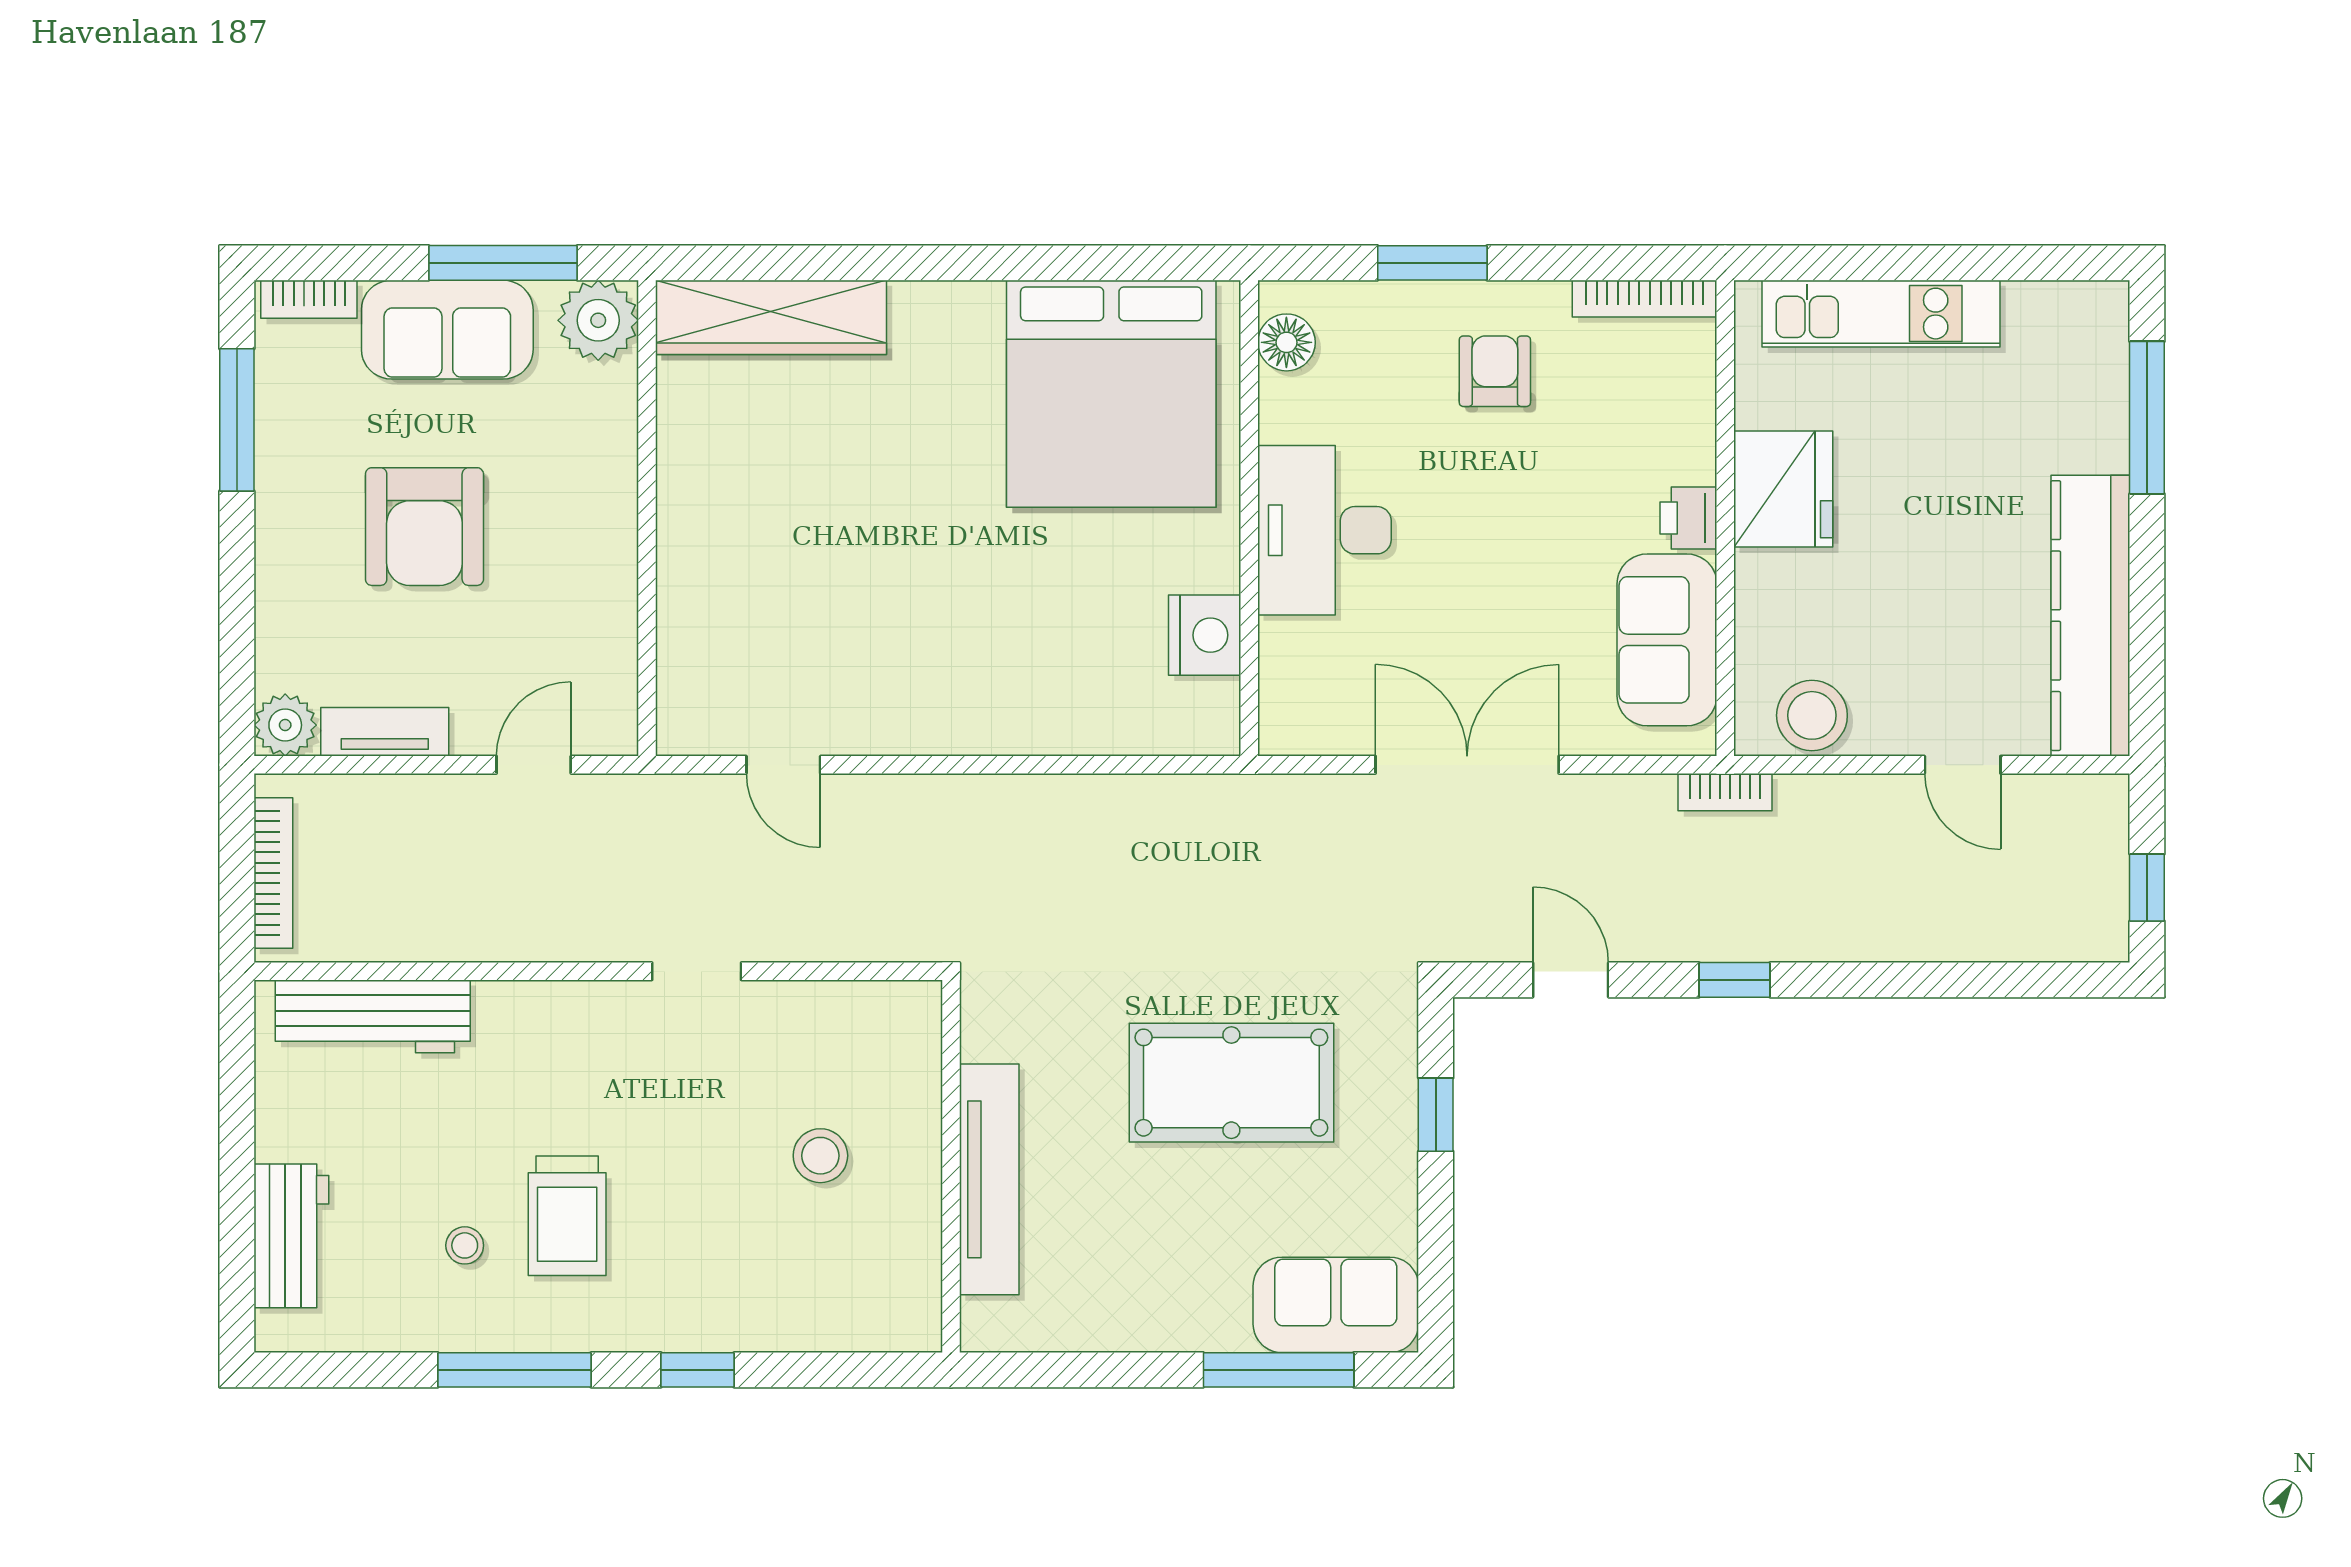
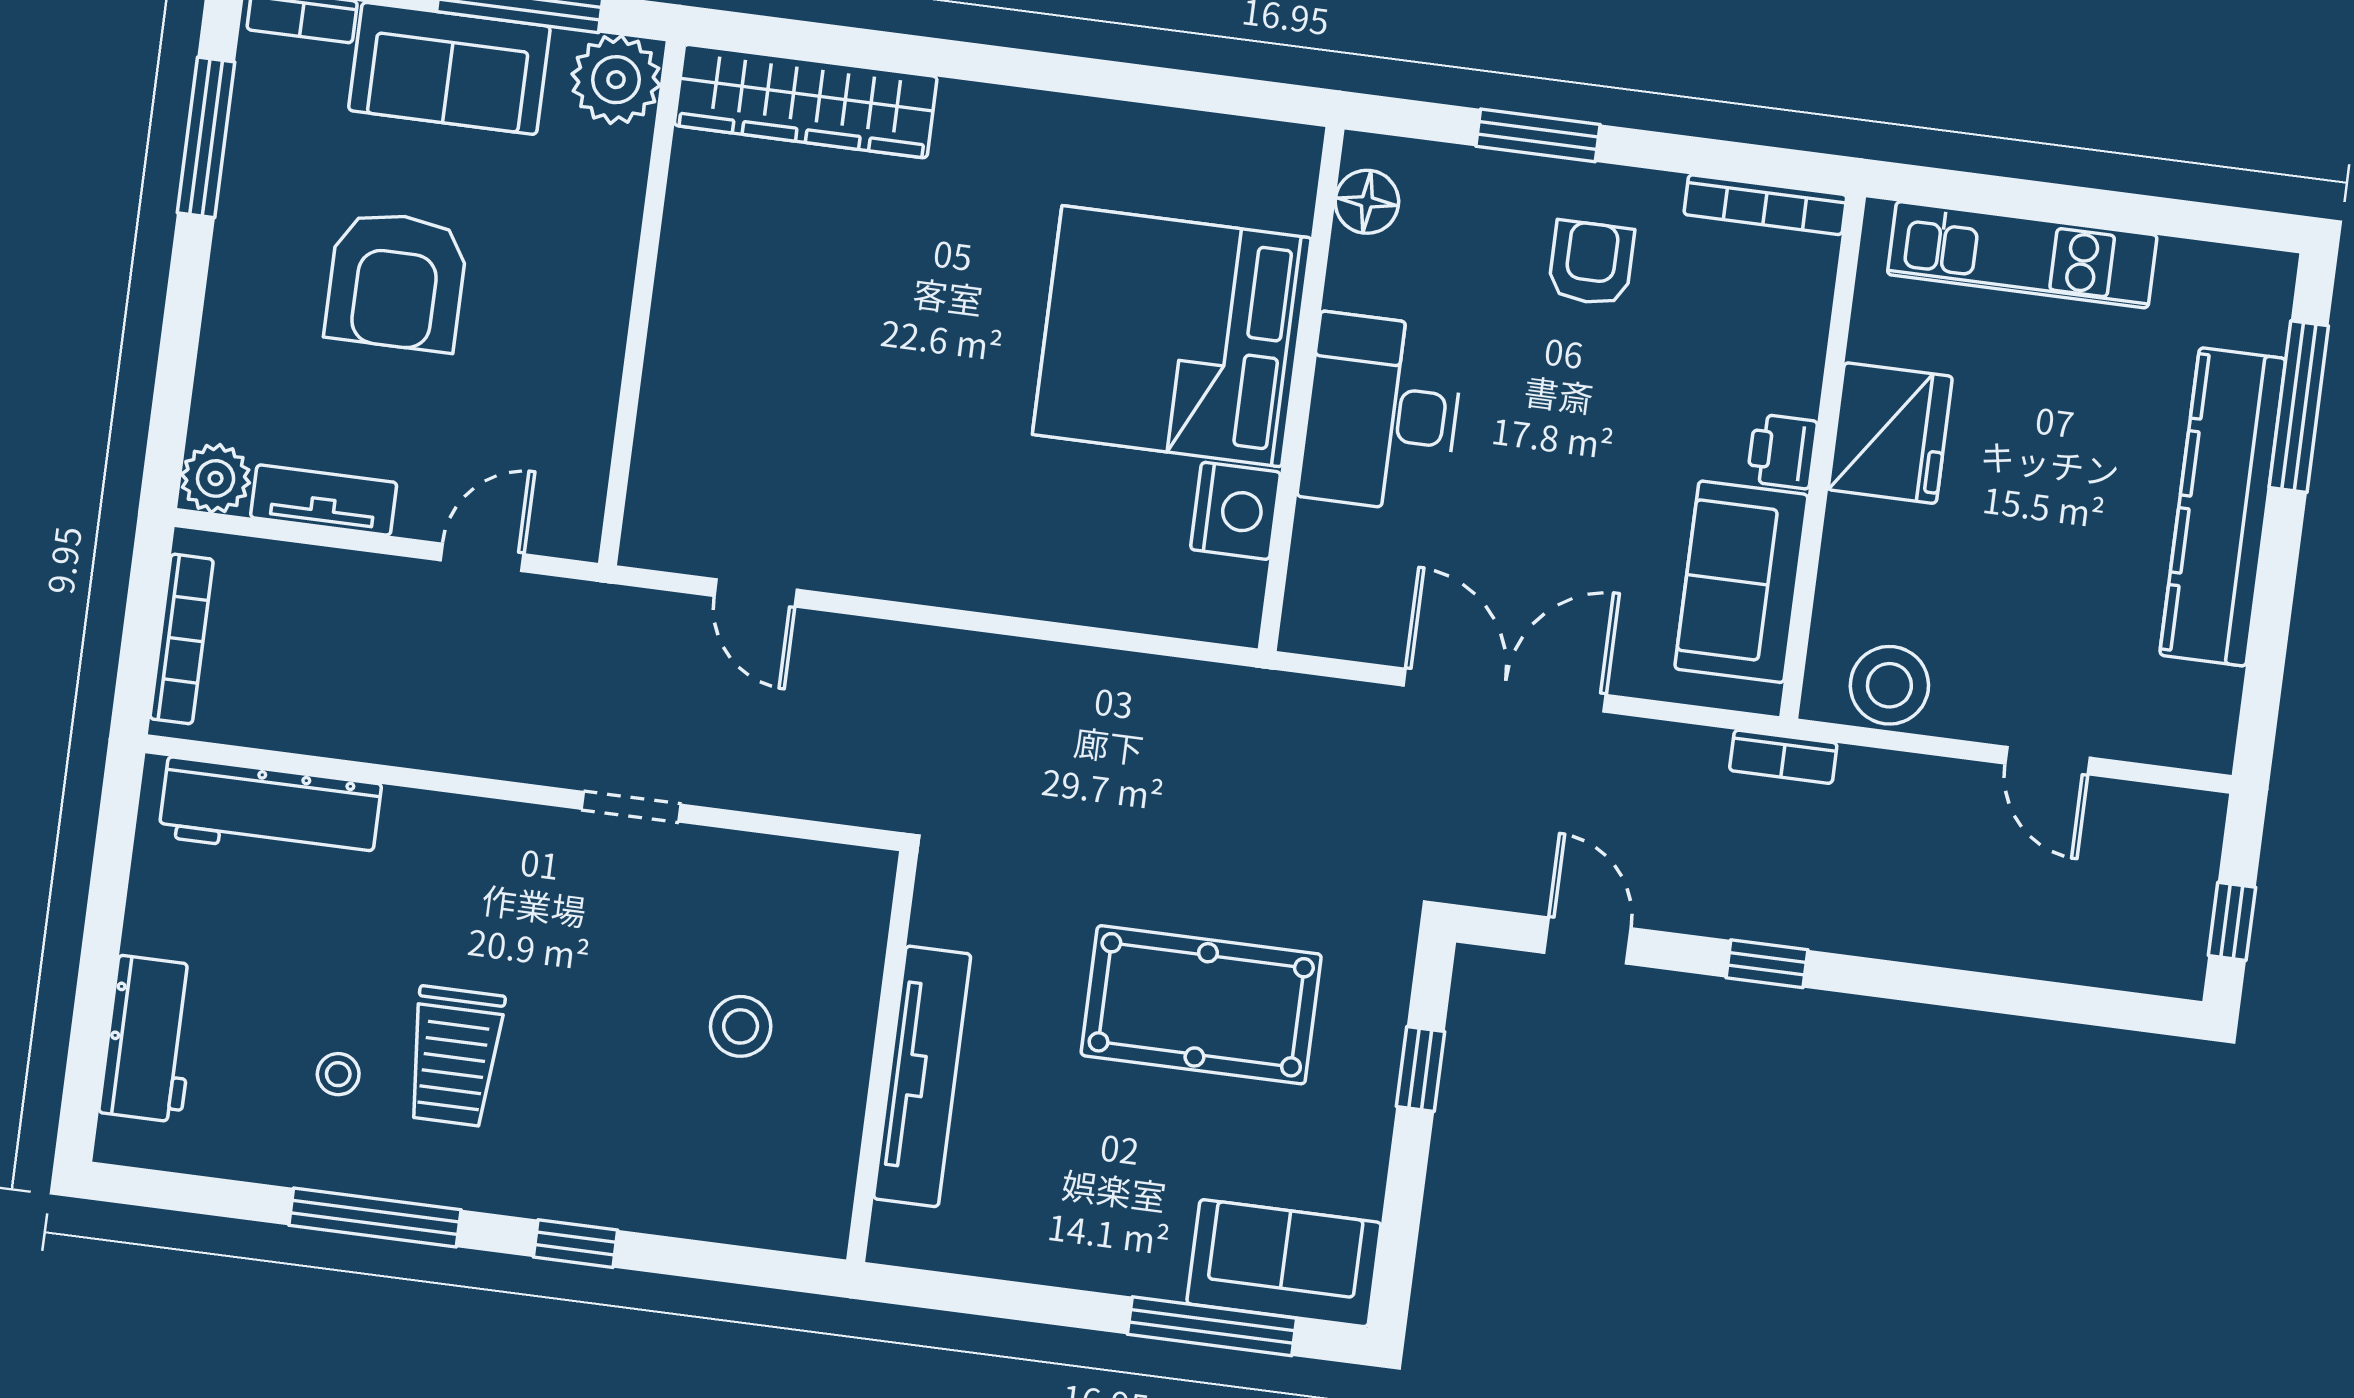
bed: (1111, 394) -> (1172, 336), moved, turned 90
kitchen counter: (2090, 616) -> (2223, 507), moved

